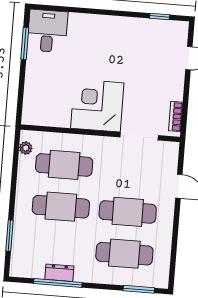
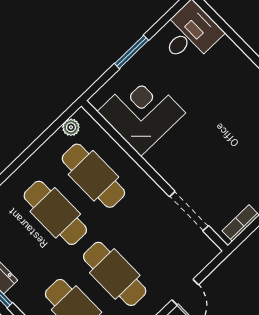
window: (25, 43) -> (131, 52), moved
corner desk: (97, 106) -> (141, 112), moved

